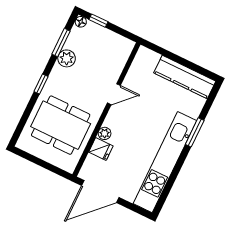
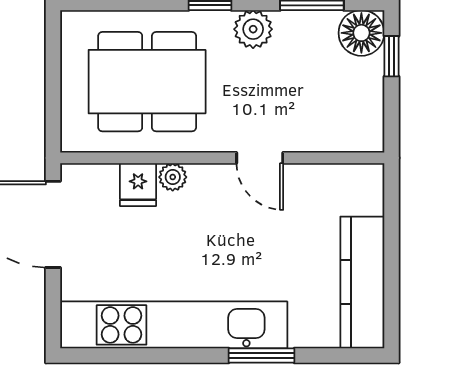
floor lamp: (81, 22) -> (361, 33), width x1.89, depth x1.89
plant: (67, 58) -> (253, 29), moved
dining table: (61, 125) -> (147, 82), turned 90

